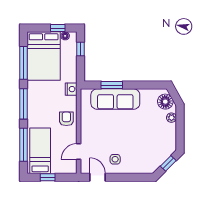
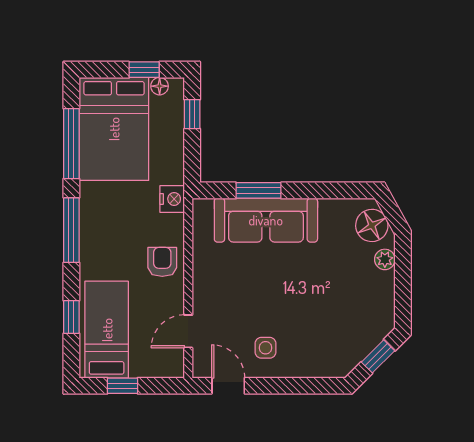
window: (24, 145) -> (71, 317), width x0.46

